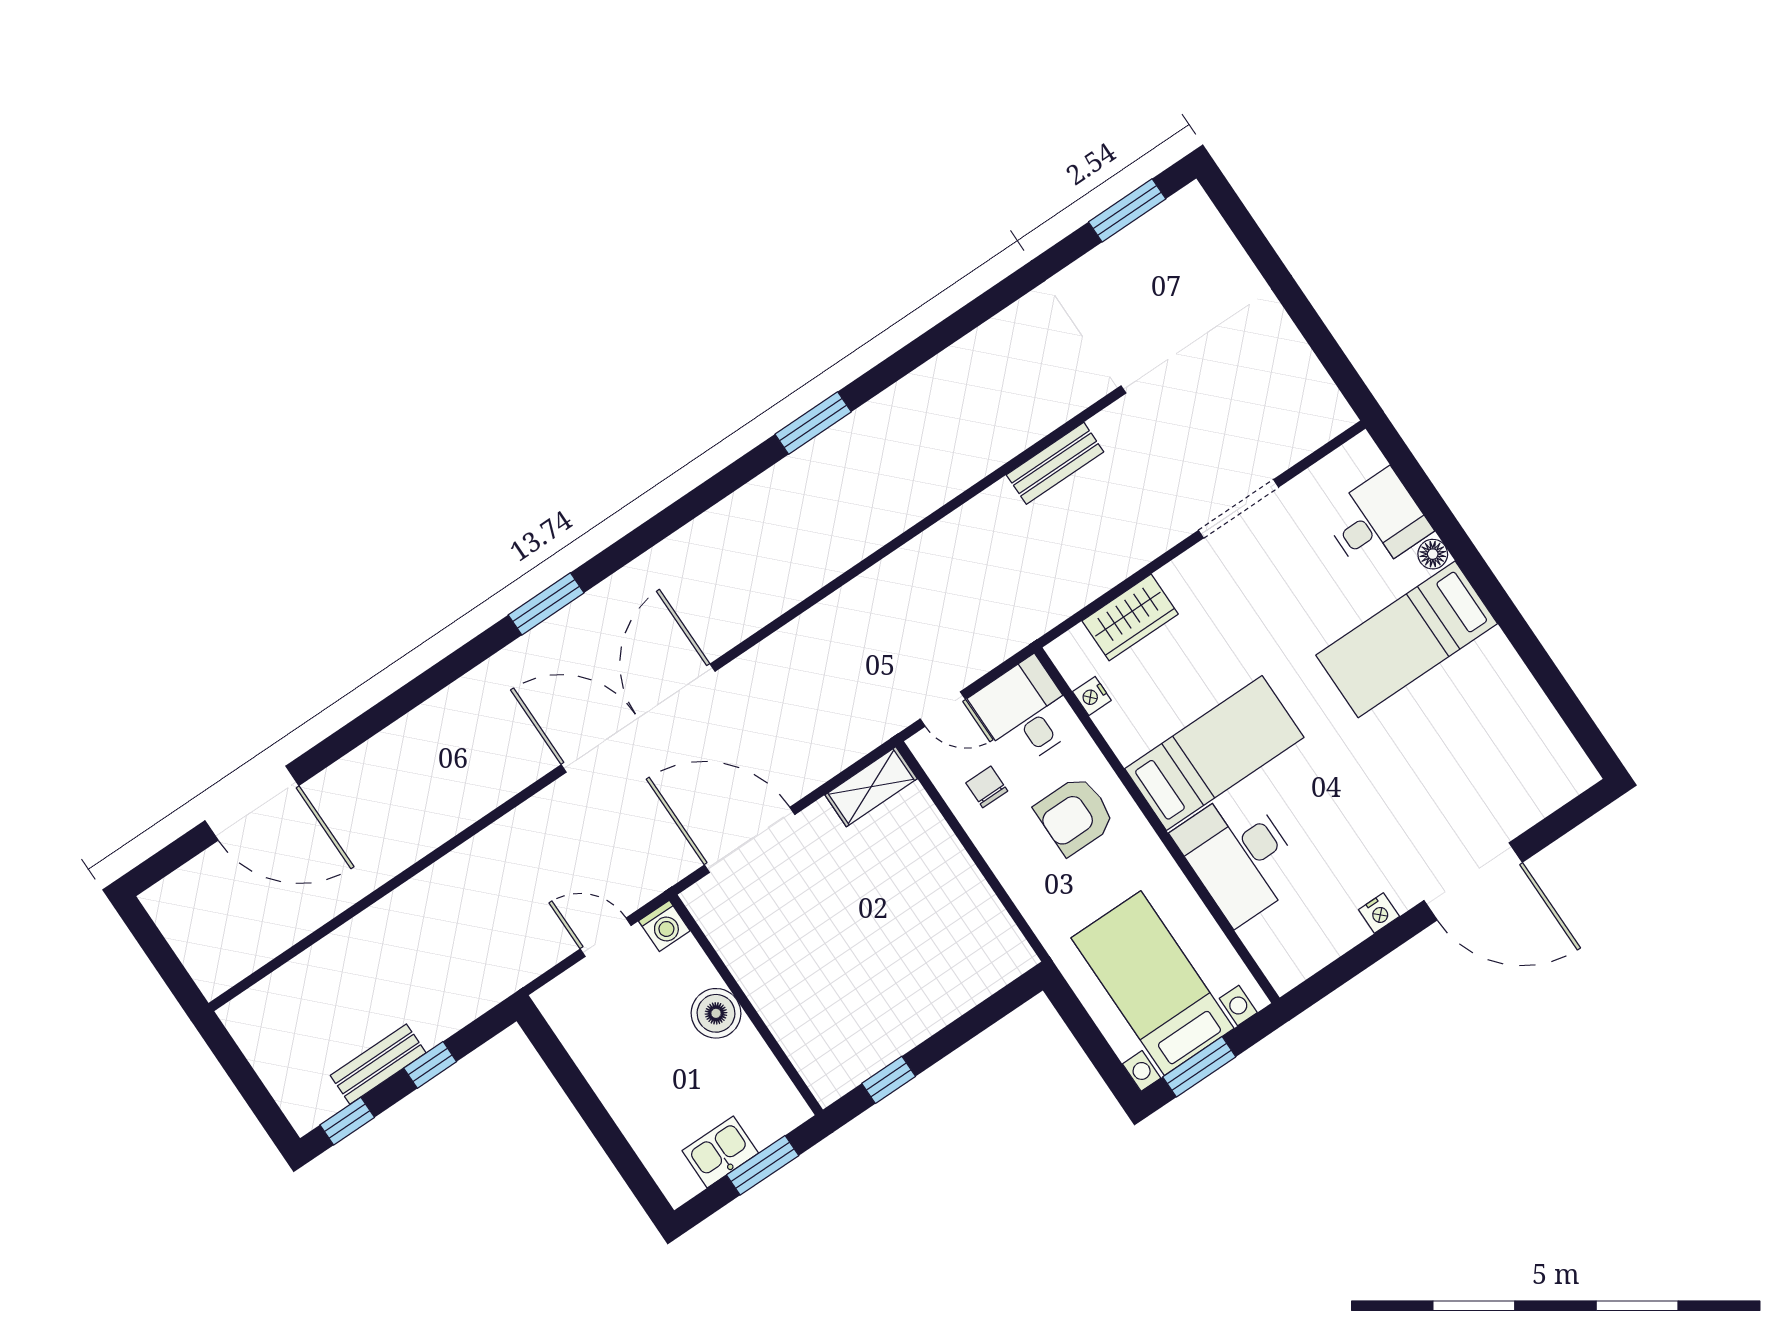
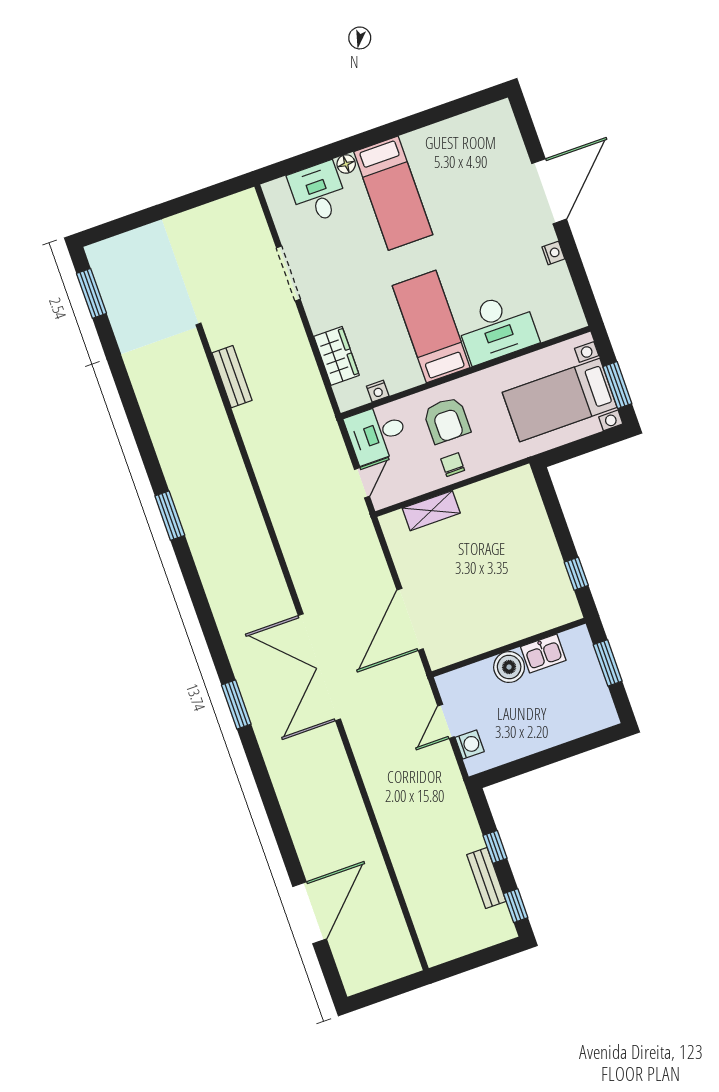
shelving: (871, 787) -> (431, 511), moved, turned 90
chair: (987, 787) -> (453, 465), moved, turned 90
washing machine: (664, 926) -> (470, 745), moved
kitchen sink: (720, 1152) -> (543, 653), moved, turned -90

